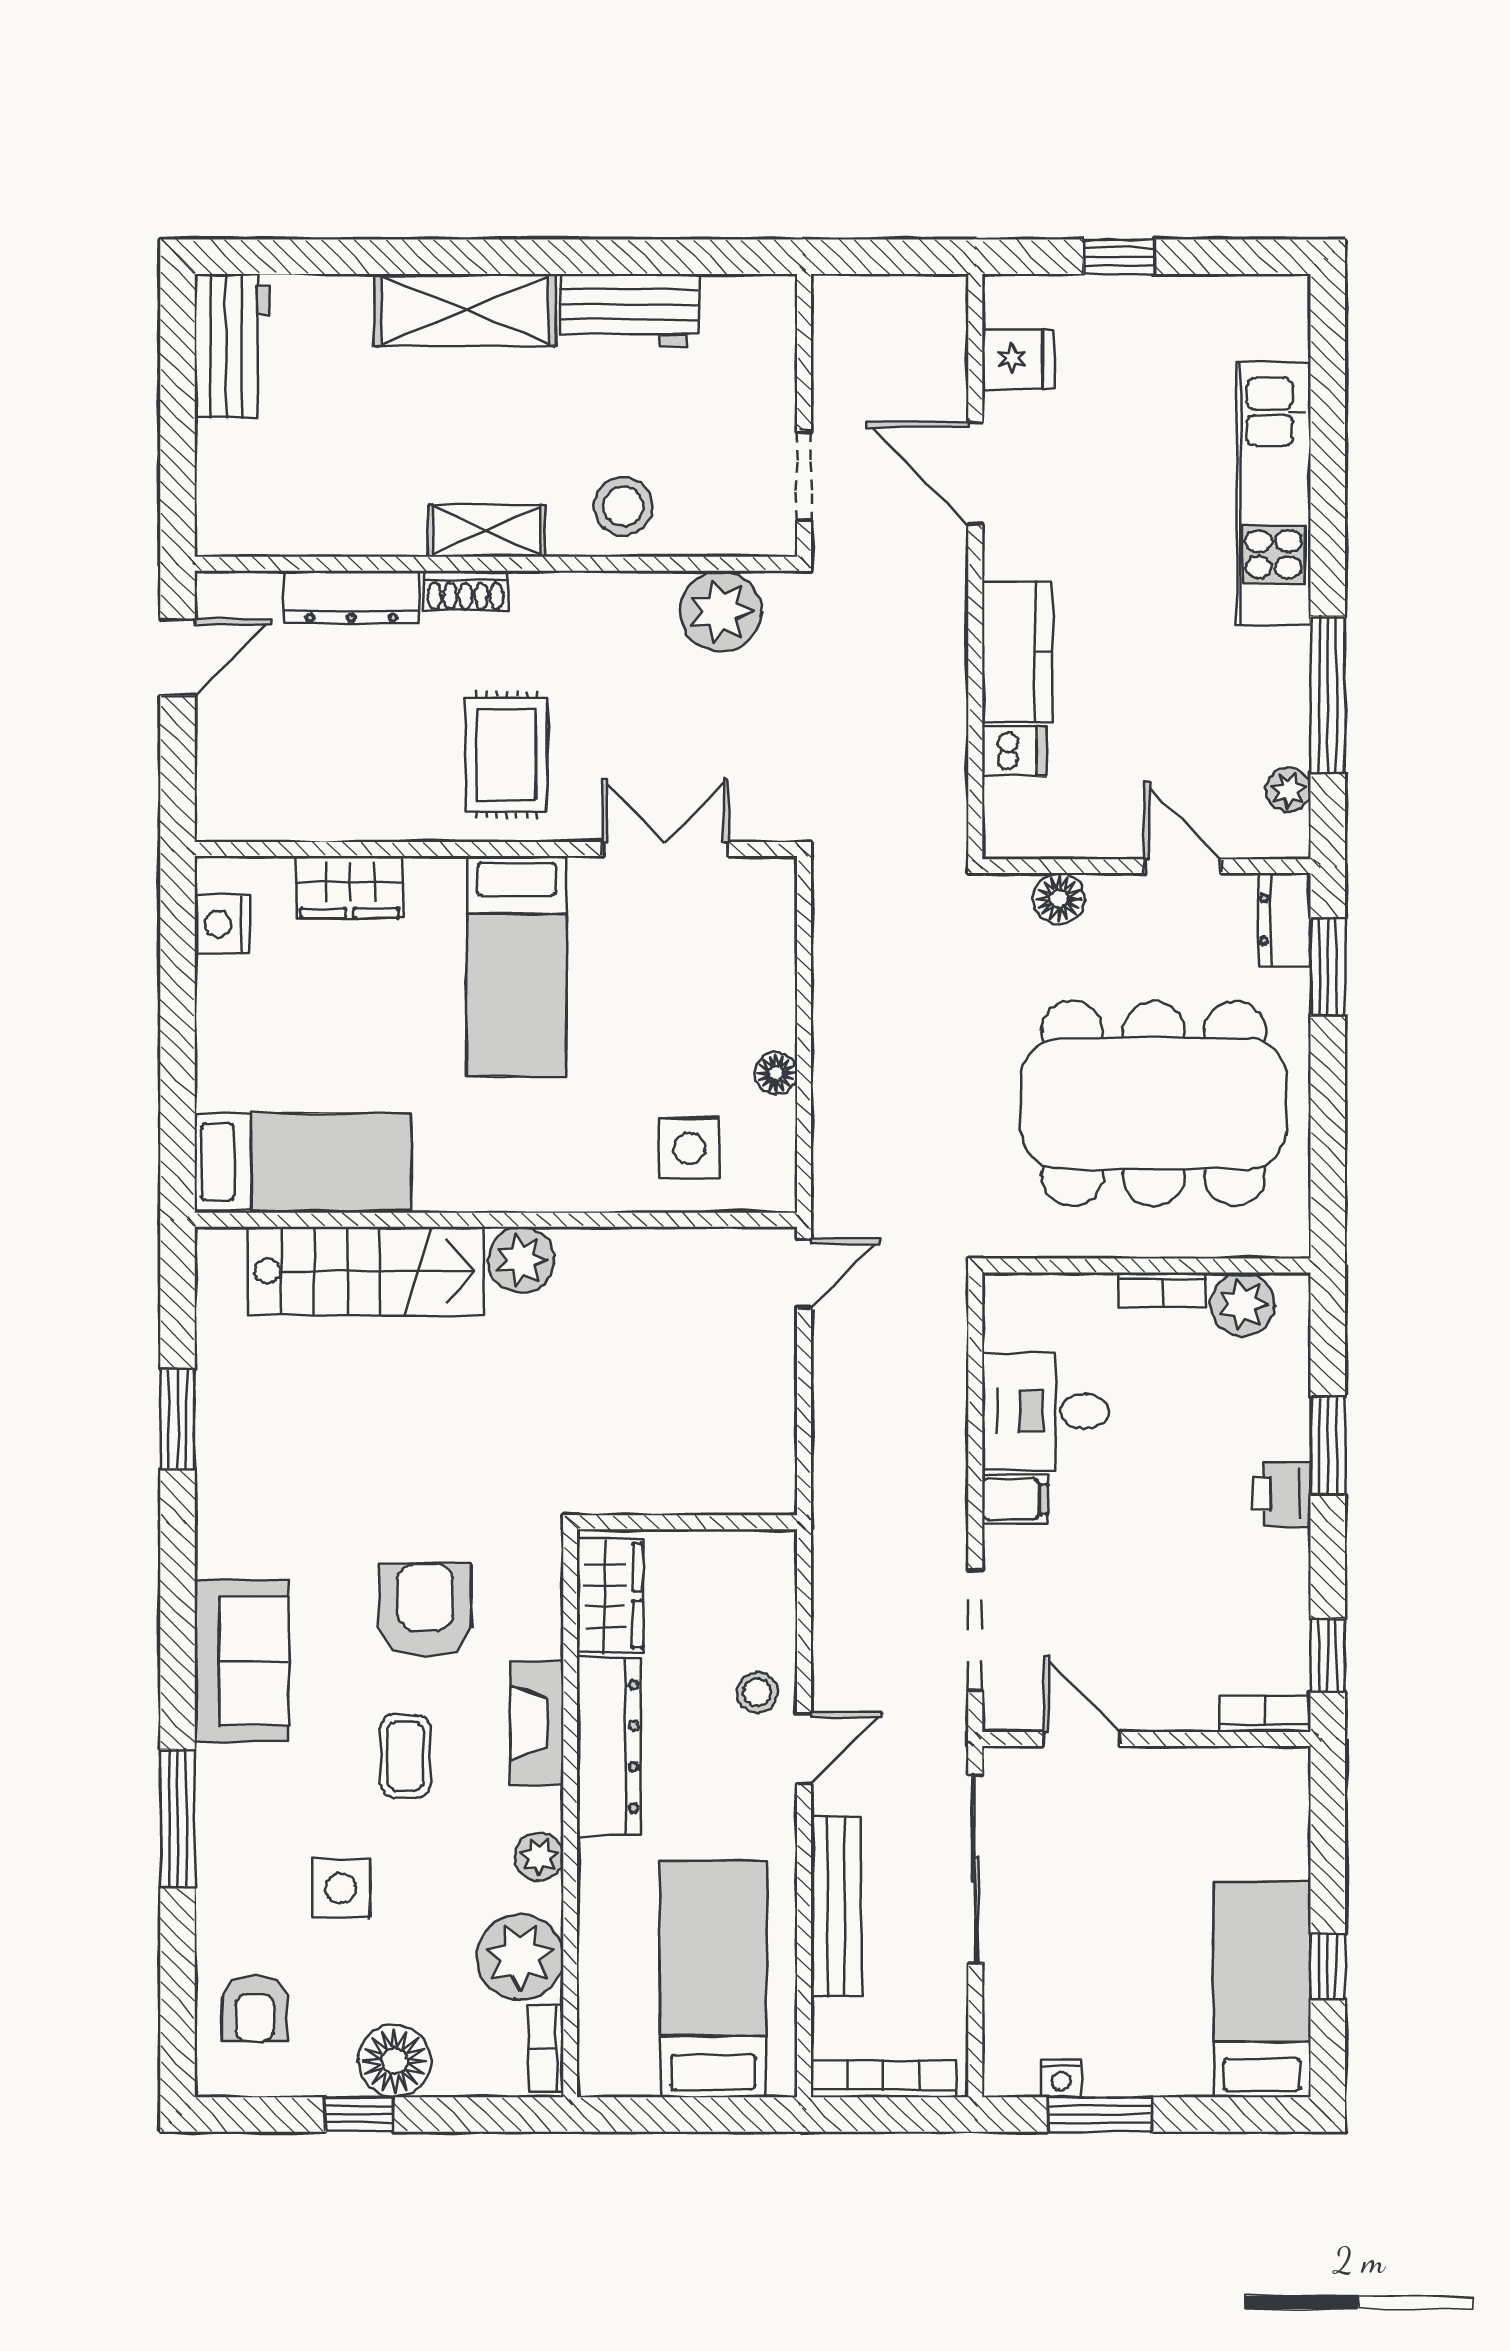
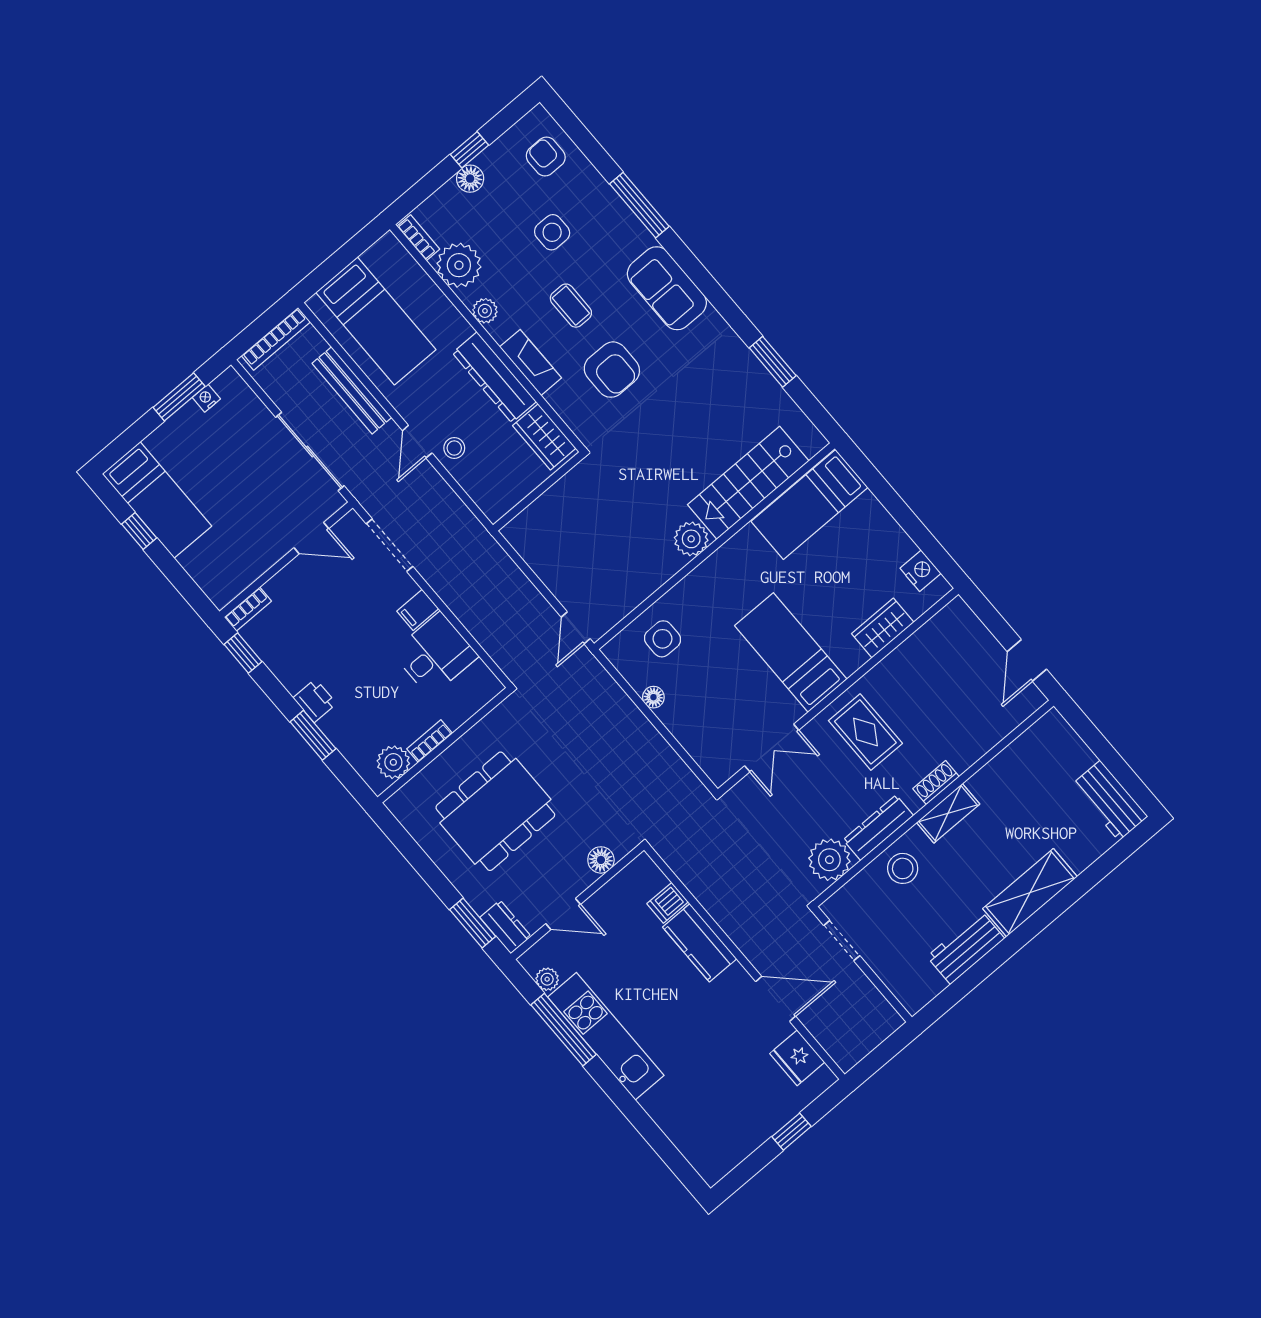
fridge: (1018, 359) -> (797, 1058), width x1.38
kitchen unit: (1274, 494) -> (606, 1036), moved
dresser: (351, 597) -> (878, 828), moved
dining table: (1154, 1104) -> (495, 811), width x0.73, depth x0.80
floor lamp: (395, 2061) -> (470, 179), width x0.73, depth x0.73

